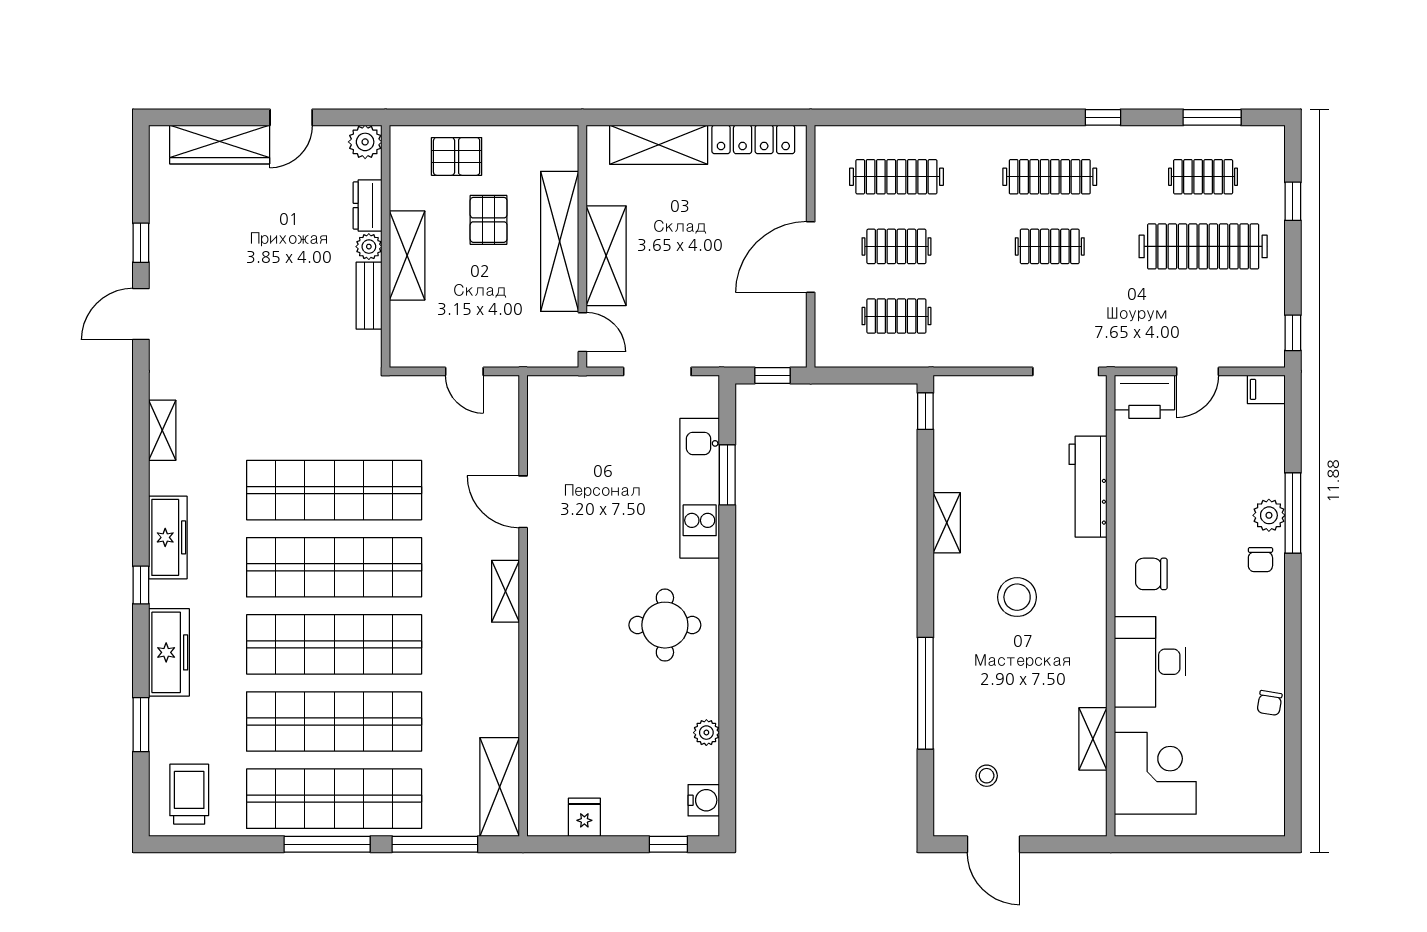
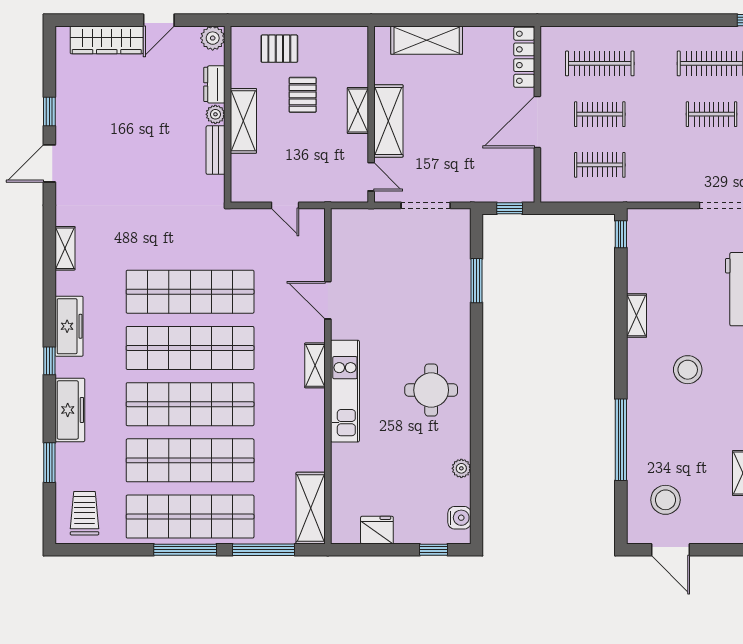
locker: (753, 139) -> (524, 57), moved, turned 90
shelving: (560, 241) -> (358, 111), width x0.45, depth x0.75
kitchen unit: (700, 488) -> (345, 391), moved, turned 180
stool: (987, 776) -> (666, 500), width x1.89, depth x1.89
fridge: (584, 817) -> (377, 530), width x1.38

